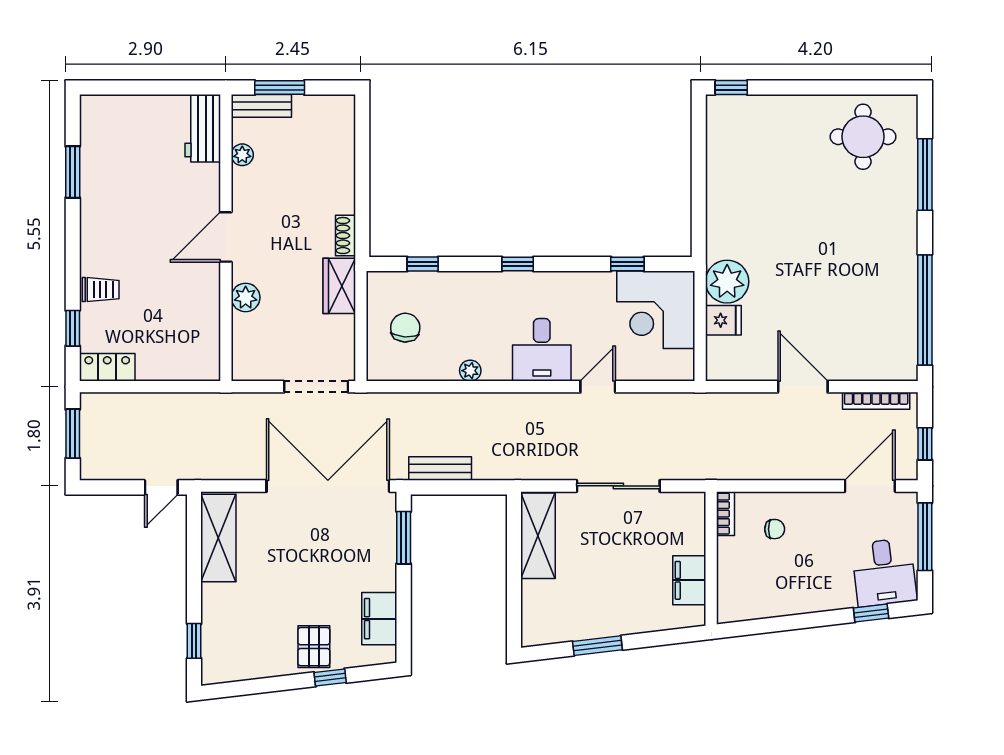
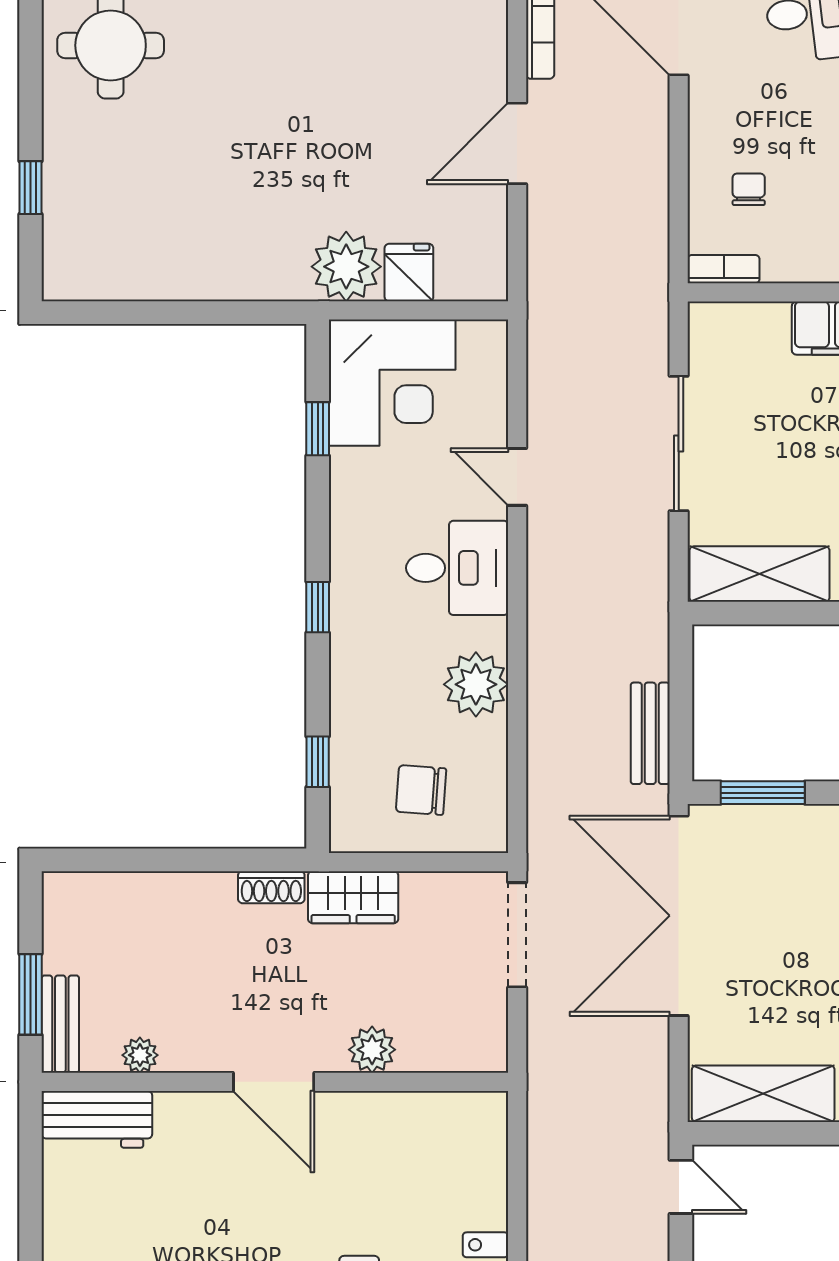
window: (731, 87) -> (31, 188), moved
plant: (470, 371) -> (476, 684), width x1.88, depth x1.88

